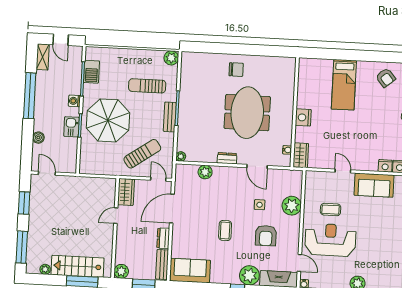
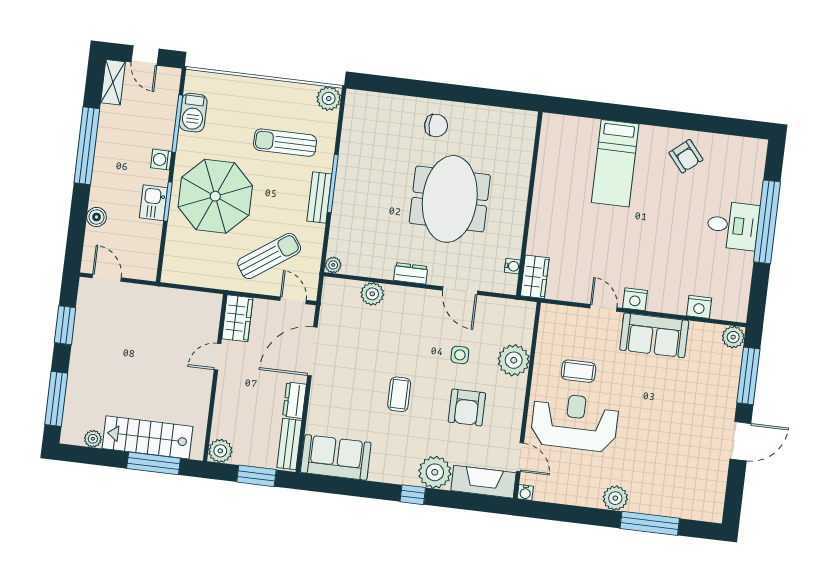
nightstand: (303, 117) -> (543, 214), removed
nightstand: (385, 166) -> (635, 299), moved

